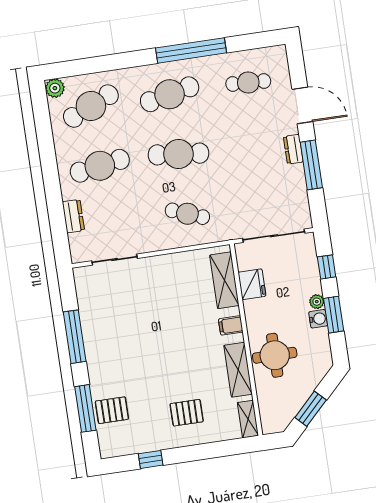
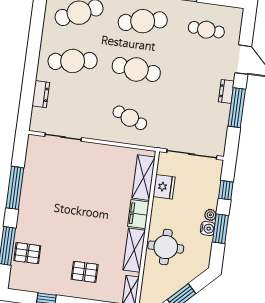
filing cabinet: (231, 325) -> (138, 214), width x2.00

